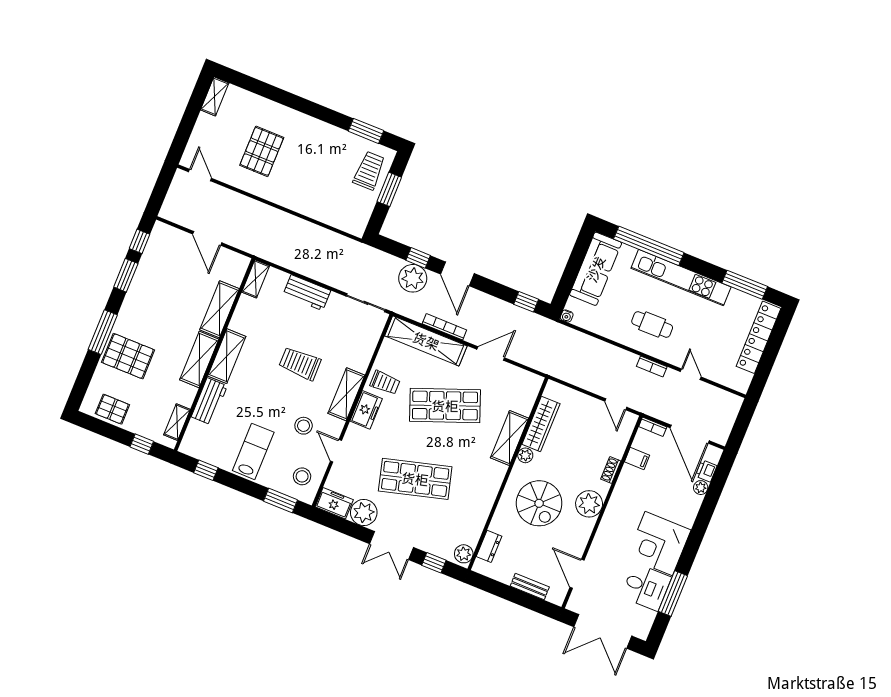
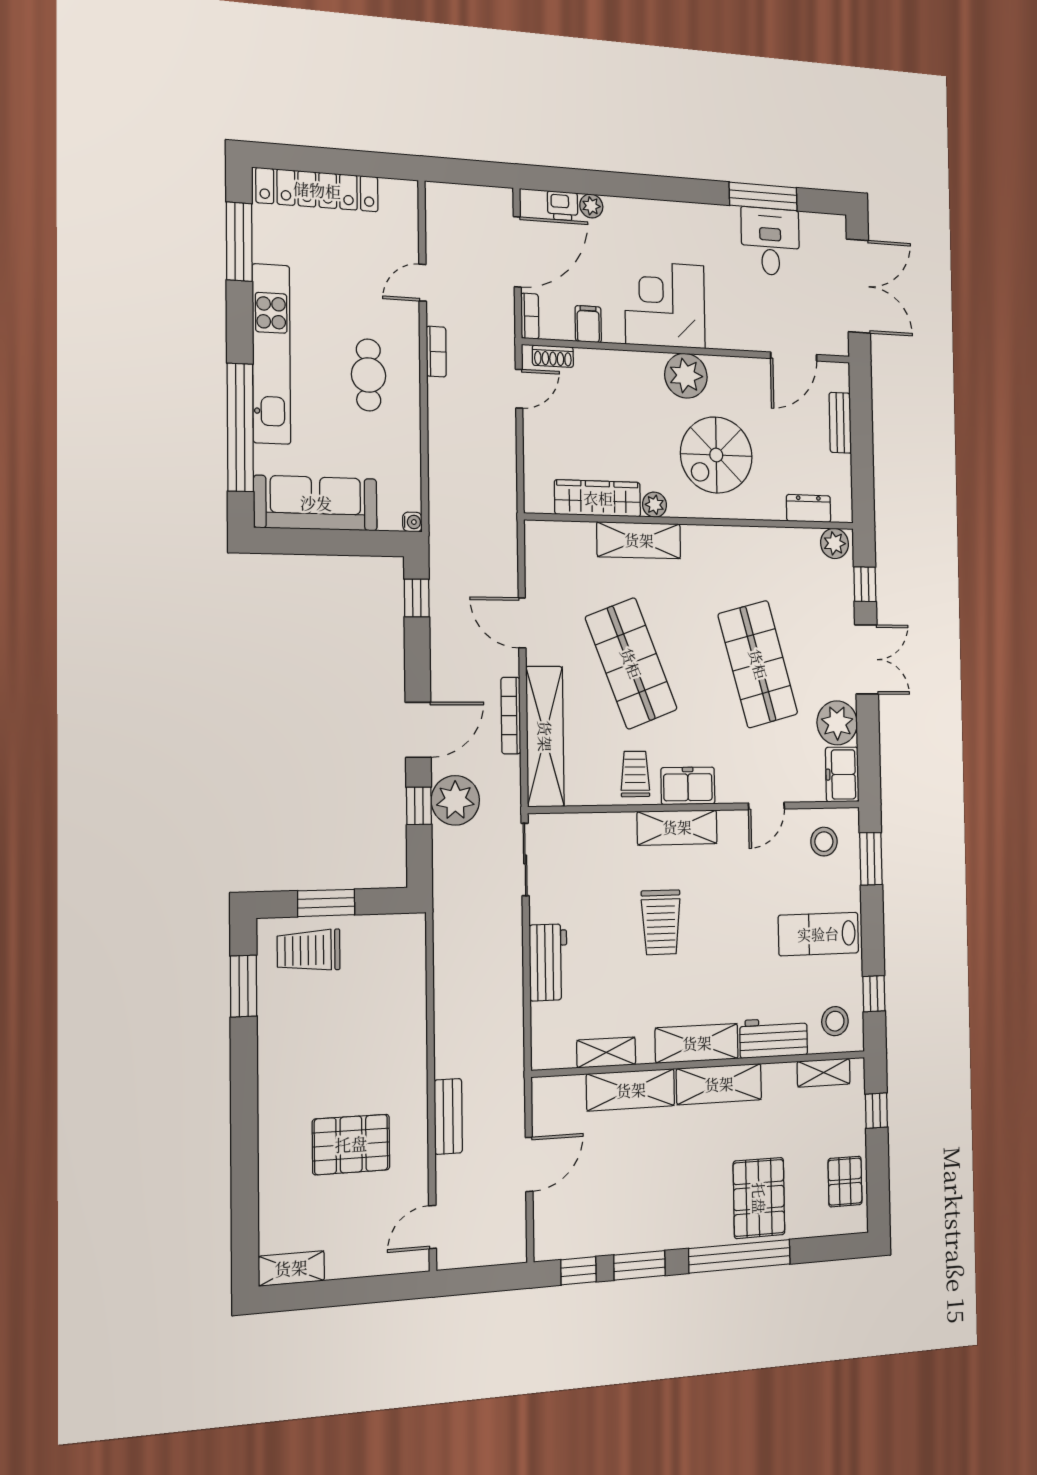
bench: (252, 207) -> (448, 1116), added
shelving: (256, 279) -> (606, 1052), moved
window: (103, 332) -> (740, 1256), width x1.46
stool: (304, 426) -> (835, 1021), moved
shoe rack: (611, 470) -> (553, 356), moved
spiral stairs: (539, 503) -> (716, 455), turned 180
corner desk: (659, 544) -> (665, 305), moved, turned 180

